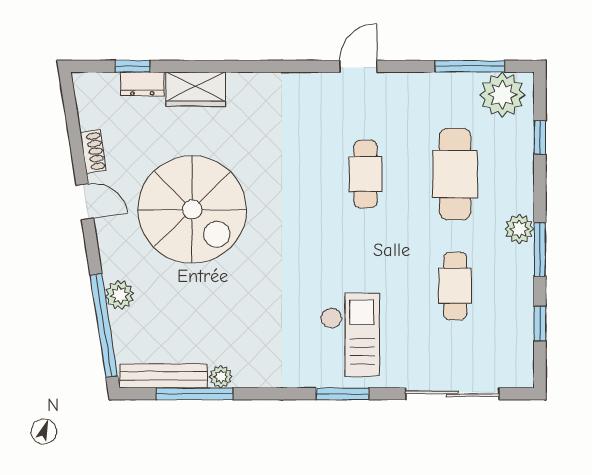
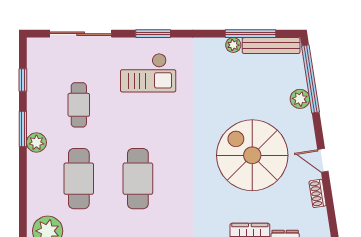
window: (540, 137) -> (23, 203), removed
cafe table: (365, 174) -> (138, 179), width x1.37, depth x1.35
checkout: (350, 335) -> (148, 73), turned -90

